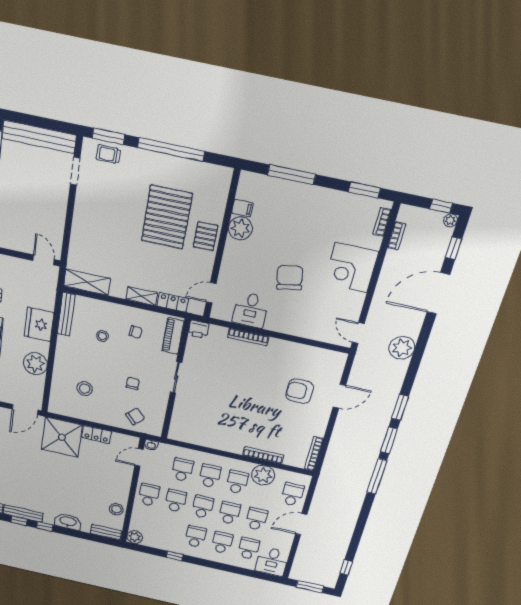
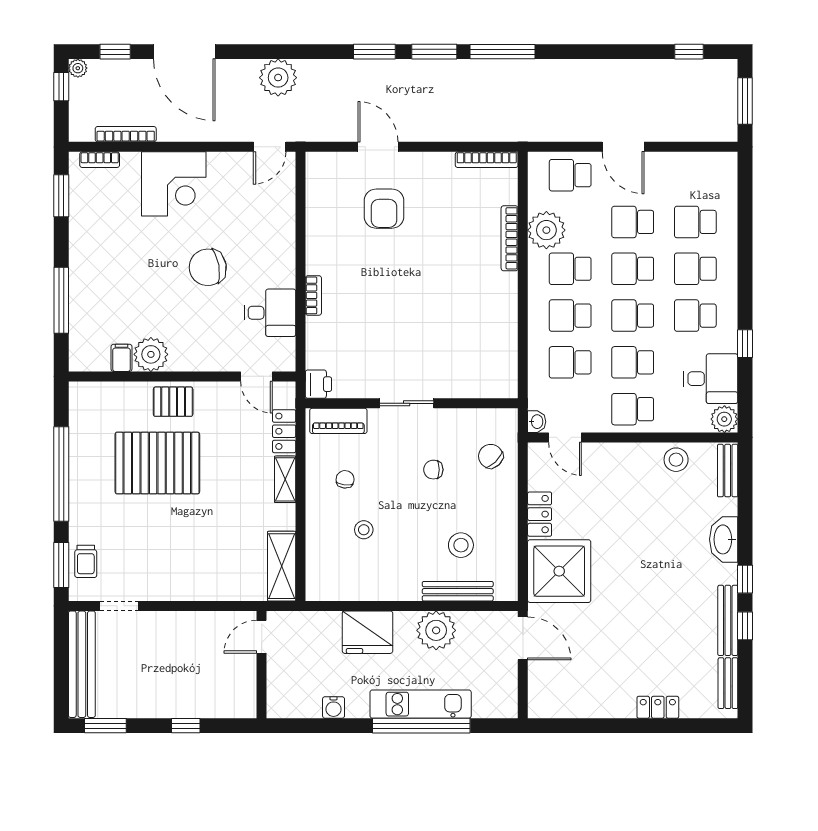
bookcase: (397, 236) -> (126, 134), width x1.56
bench: (66, 314) -> (458, 591), moved
bookcase: (248, 337) -> (313, 295), width x0.64
desk: (272, 561) -> (711, 379), moved

